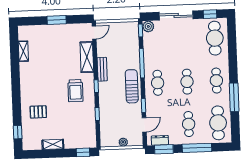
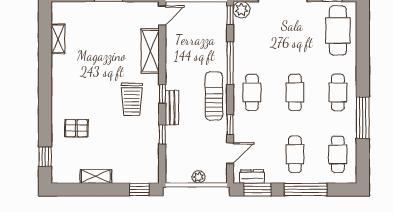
bench: (102, 69) -> (172, 108), moved
cafe table: (218, 123) -> (338, 154), width x0.73, depth x0.74

